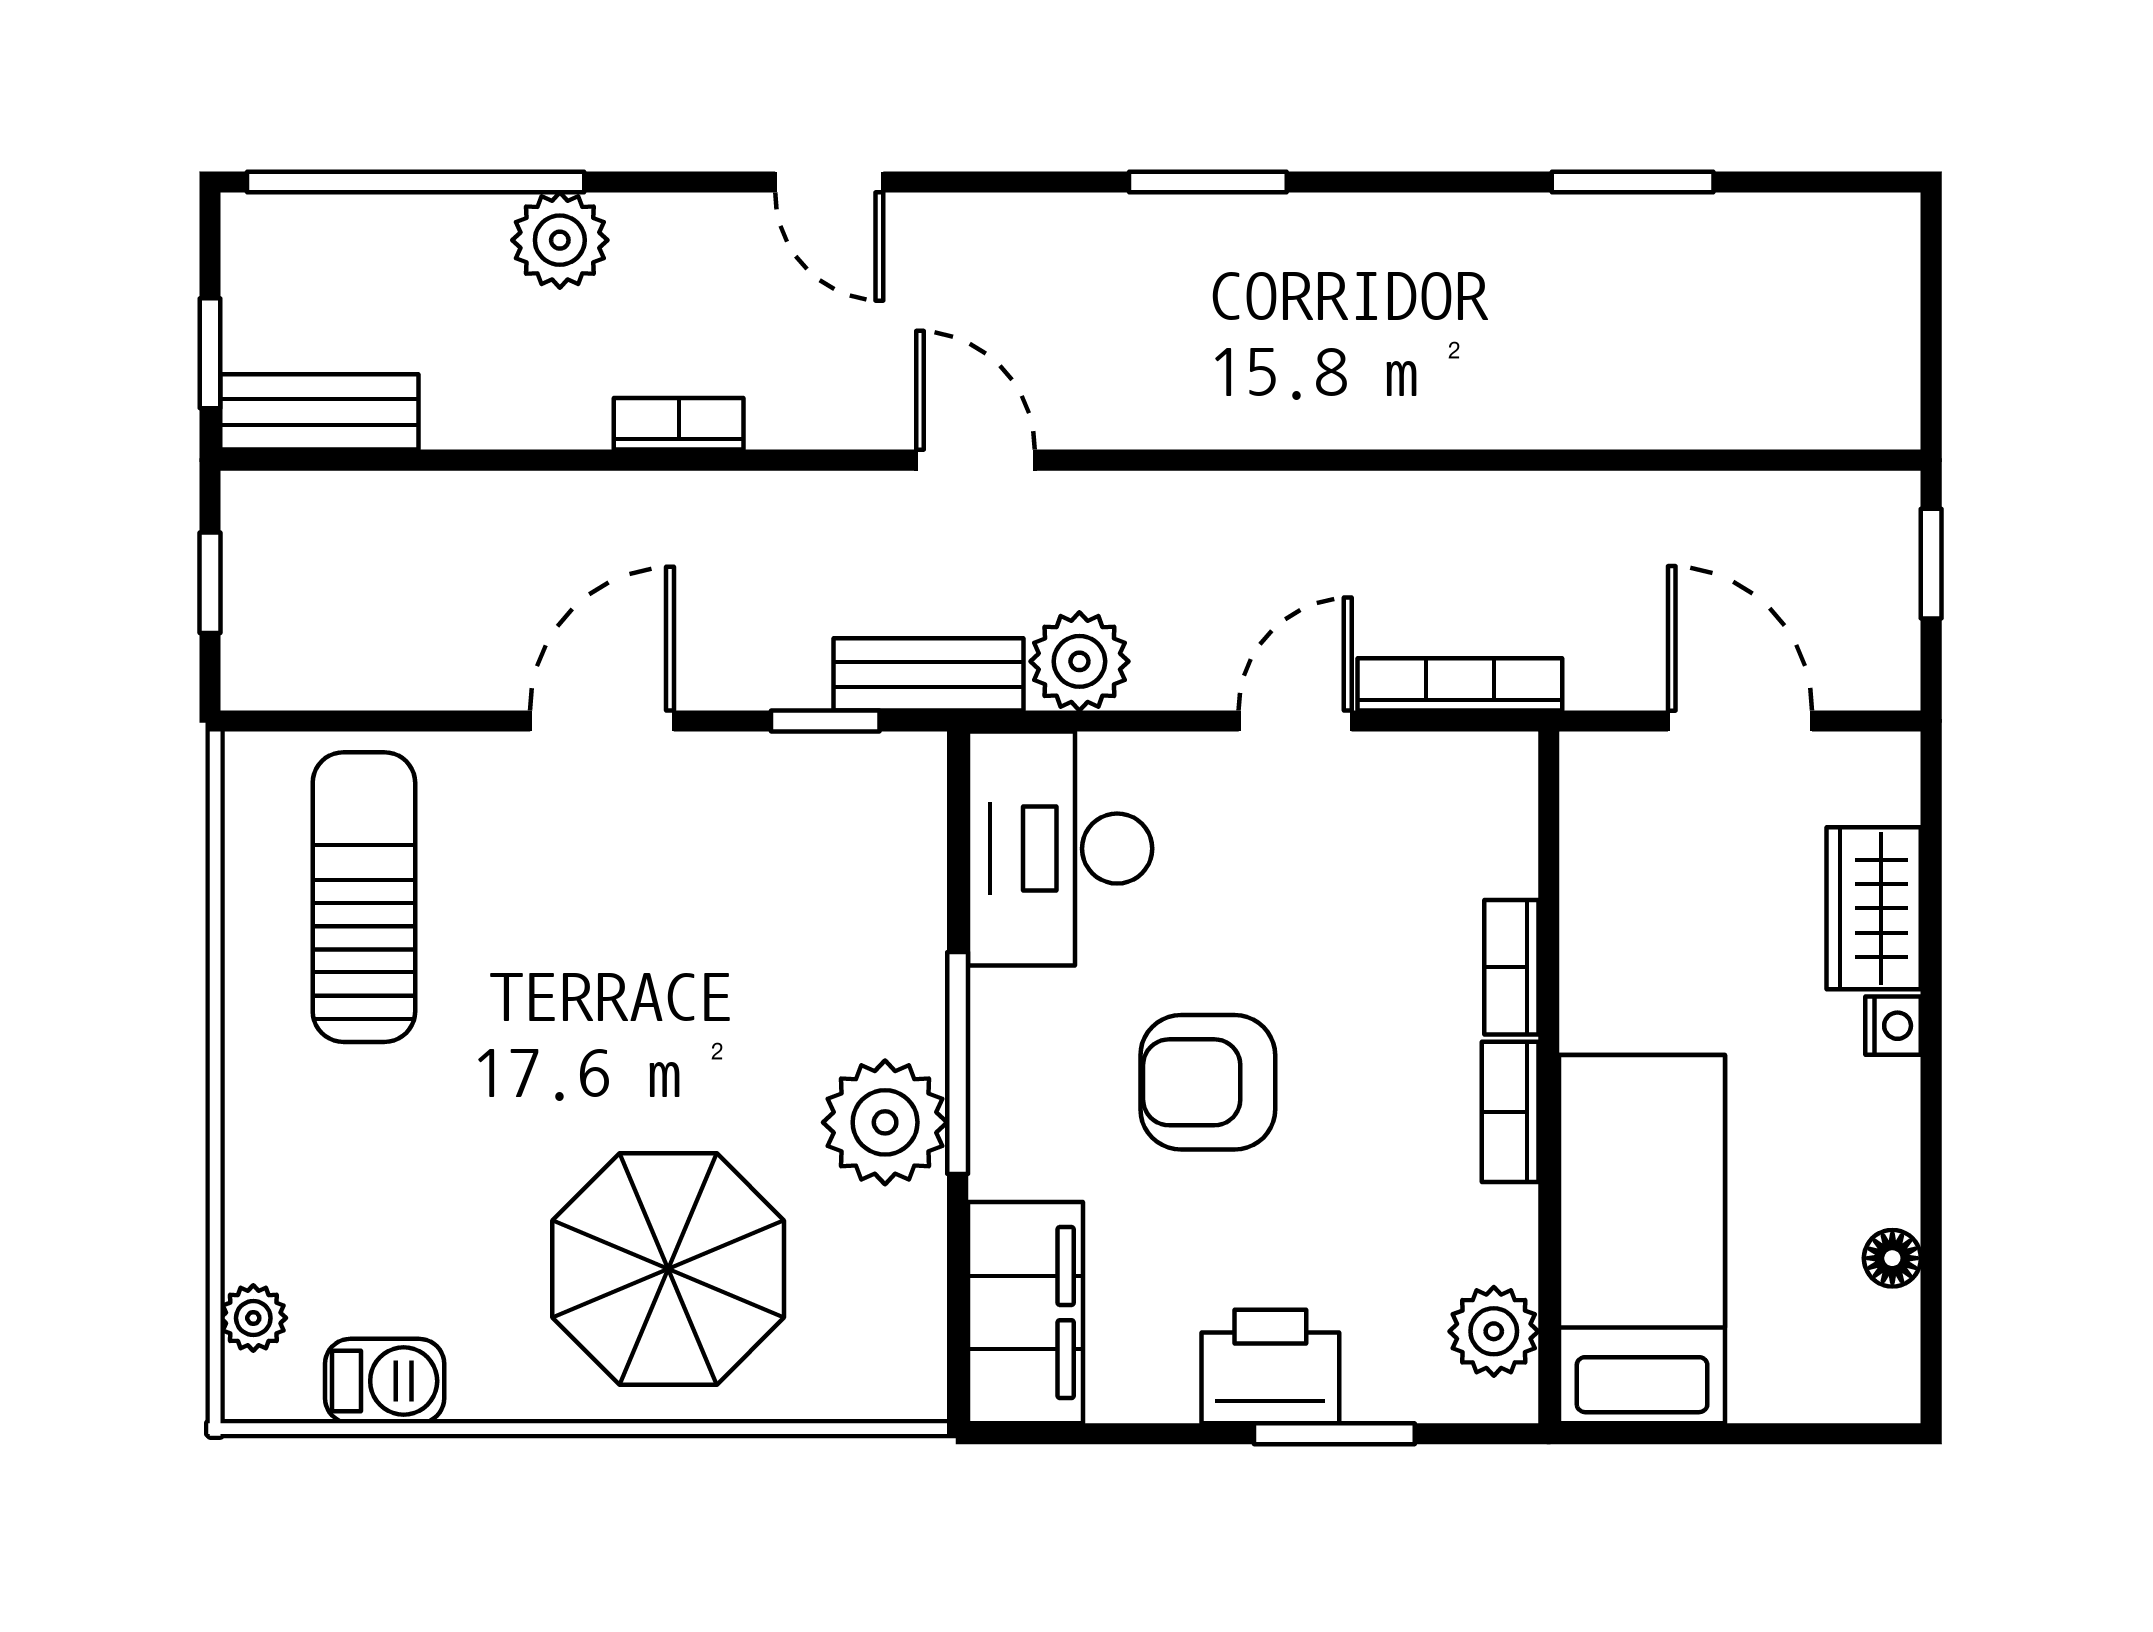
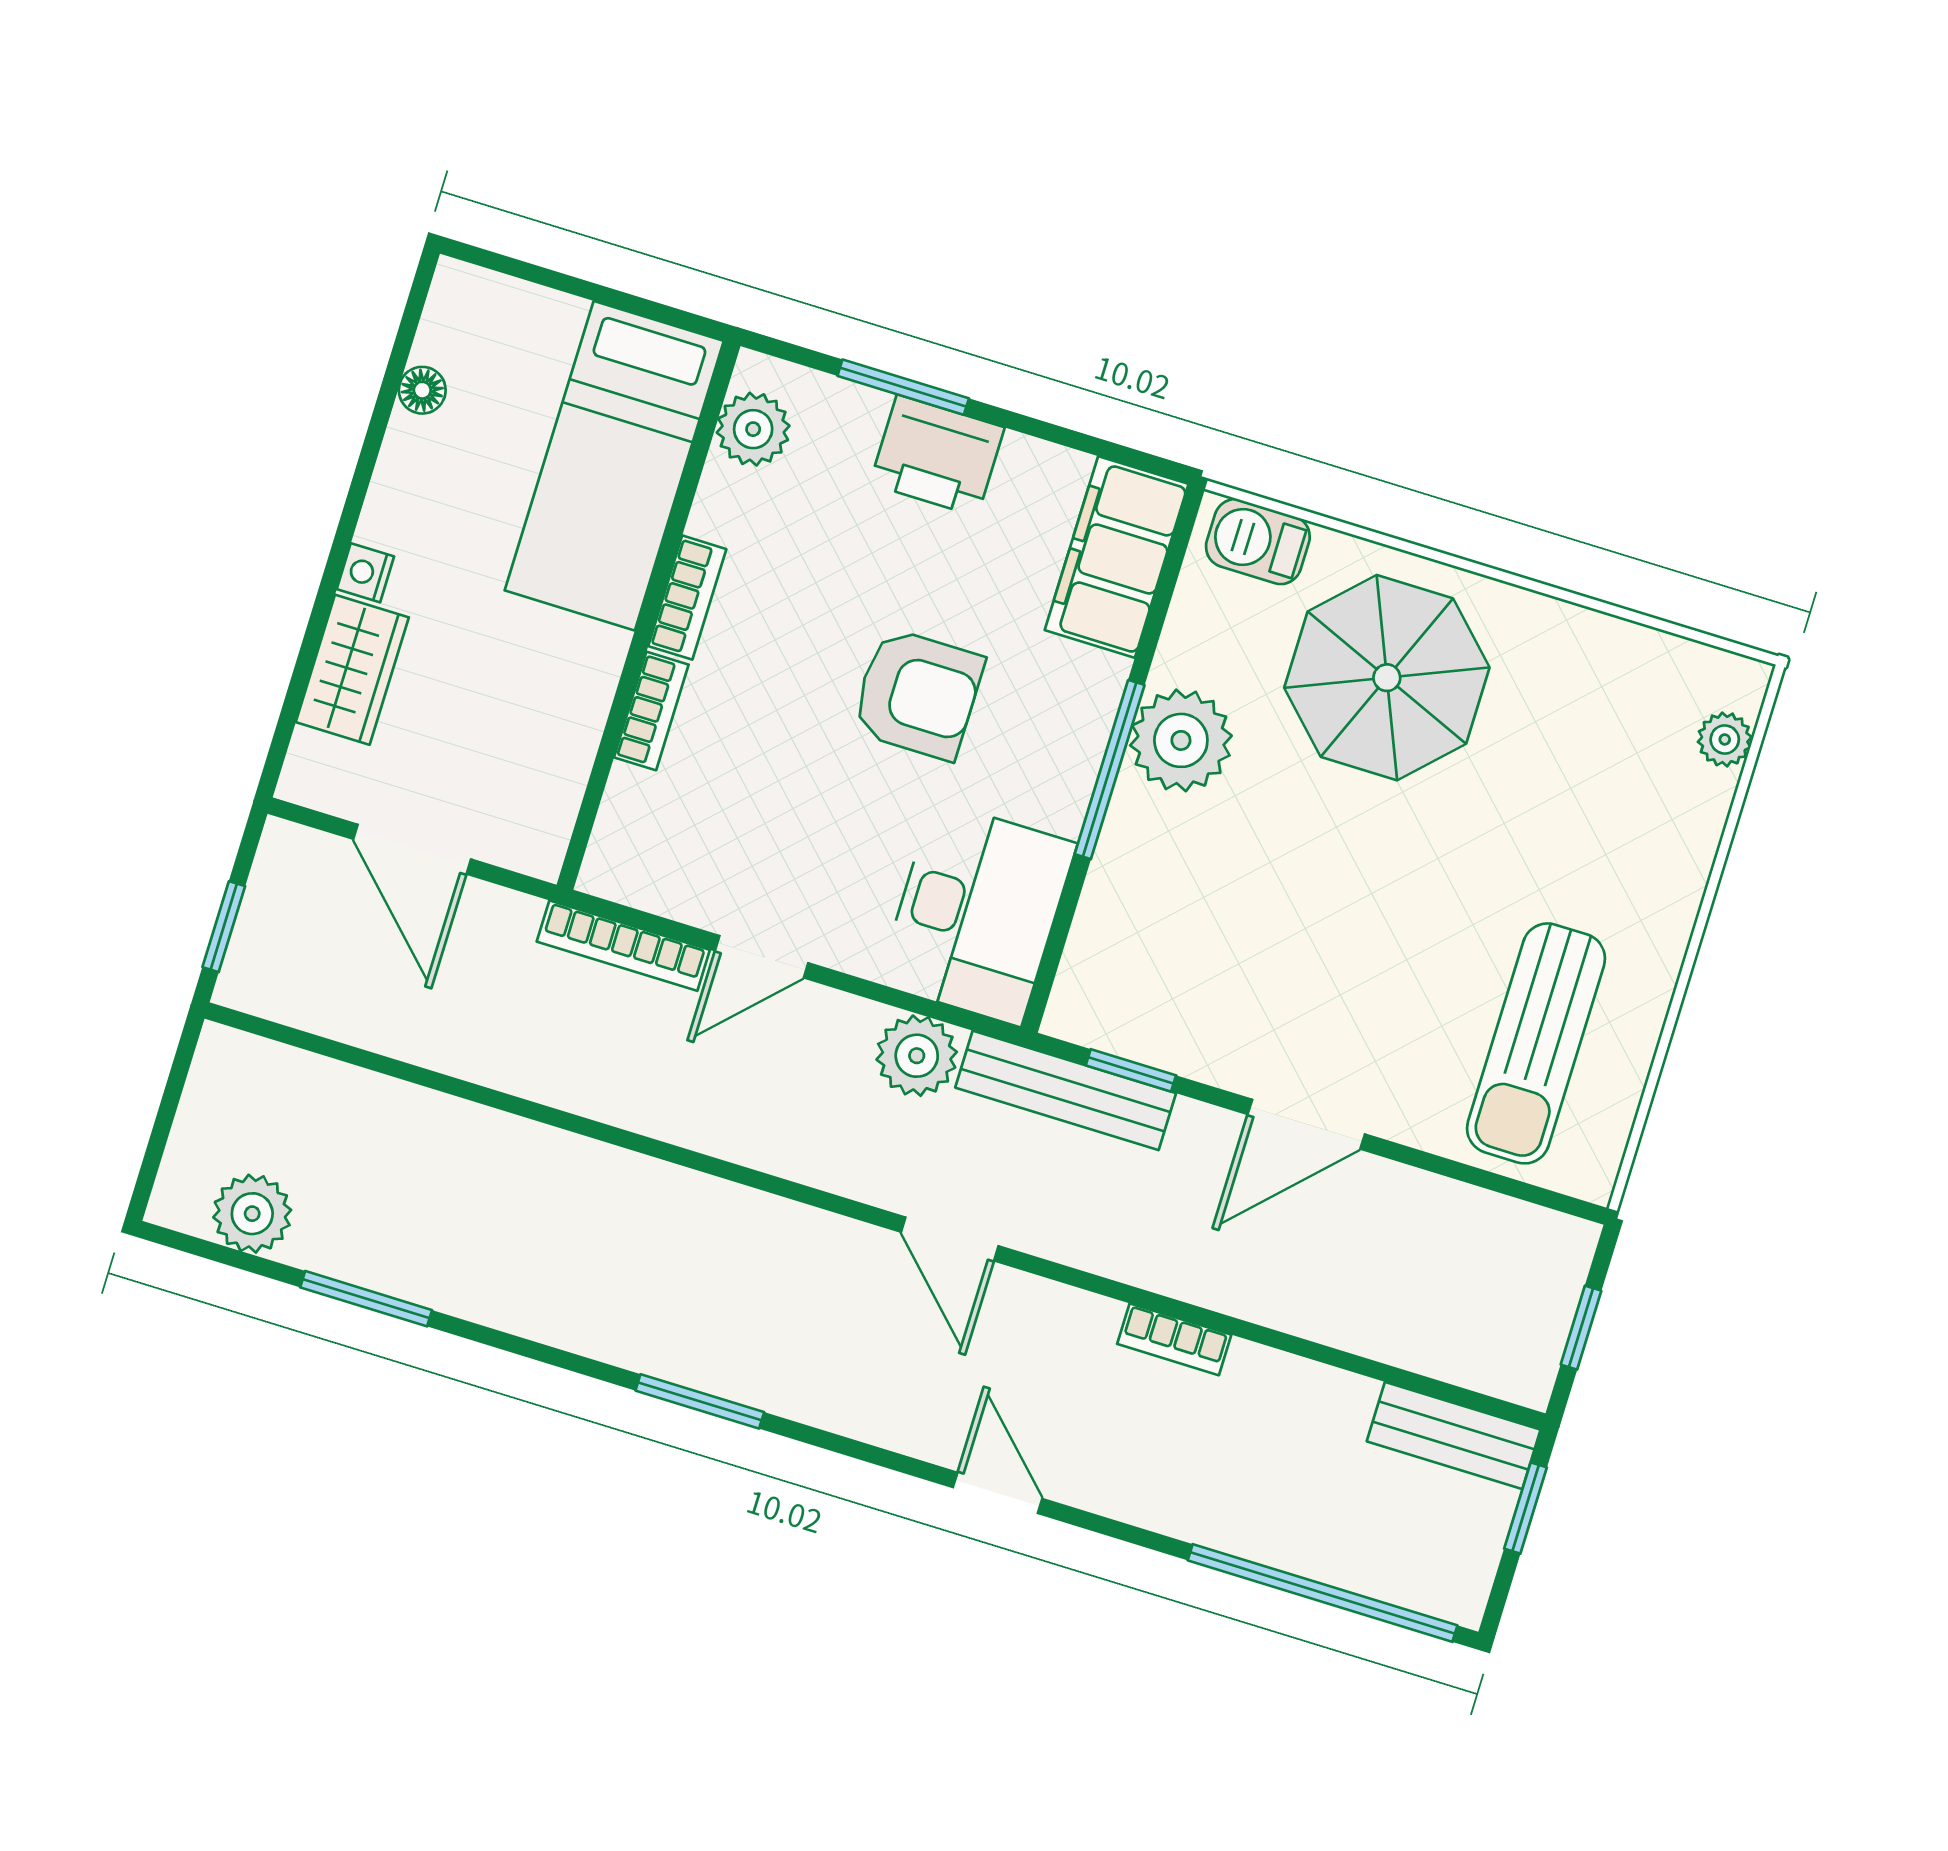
plant: (560, 240) -> (252, 1214), moved
bench: (928, 674) -> (1066, 1090), width x1.36
barbecue: (385, 1381) -> (1258, 542), moved

